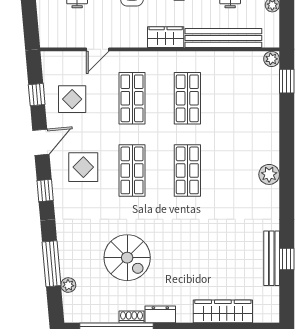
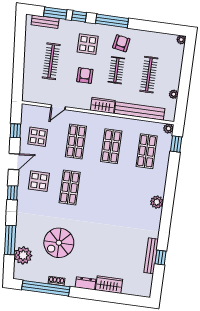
shop shelf: (187, 170) -> (147, 151), moved
spiral stairs: (127, 258) -> (59, 243), turned 90
plant: (68, 285) -> (23, 255), width x1.87, depth x1.87
wardrobe: (223, 311) -> (109, 285), width x0.67
dresser: (160, 314) -> (86, 283), moved

